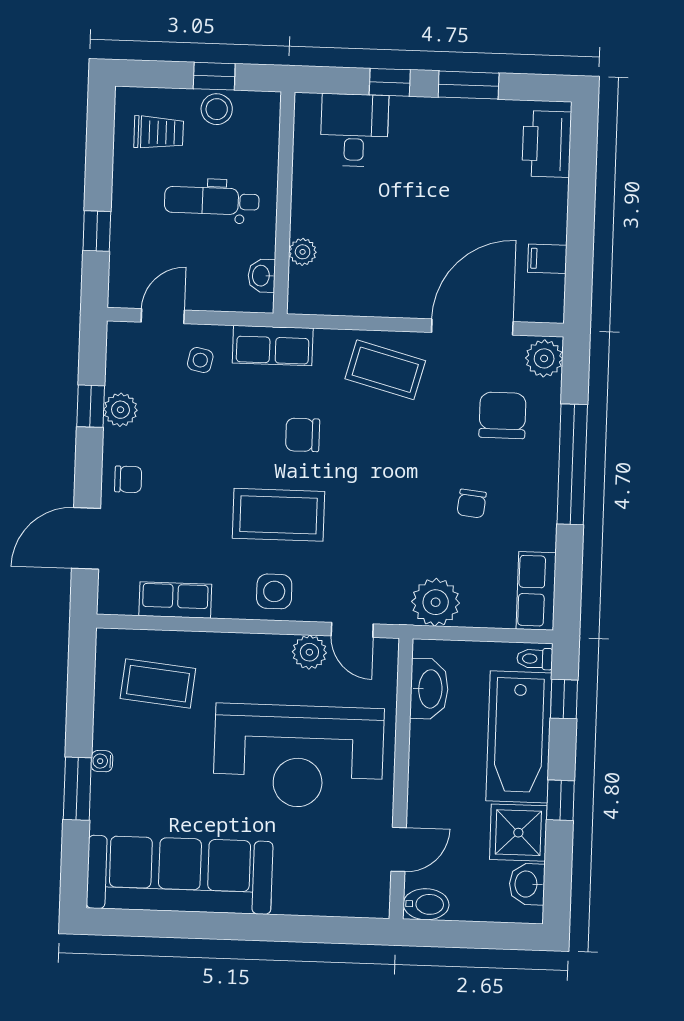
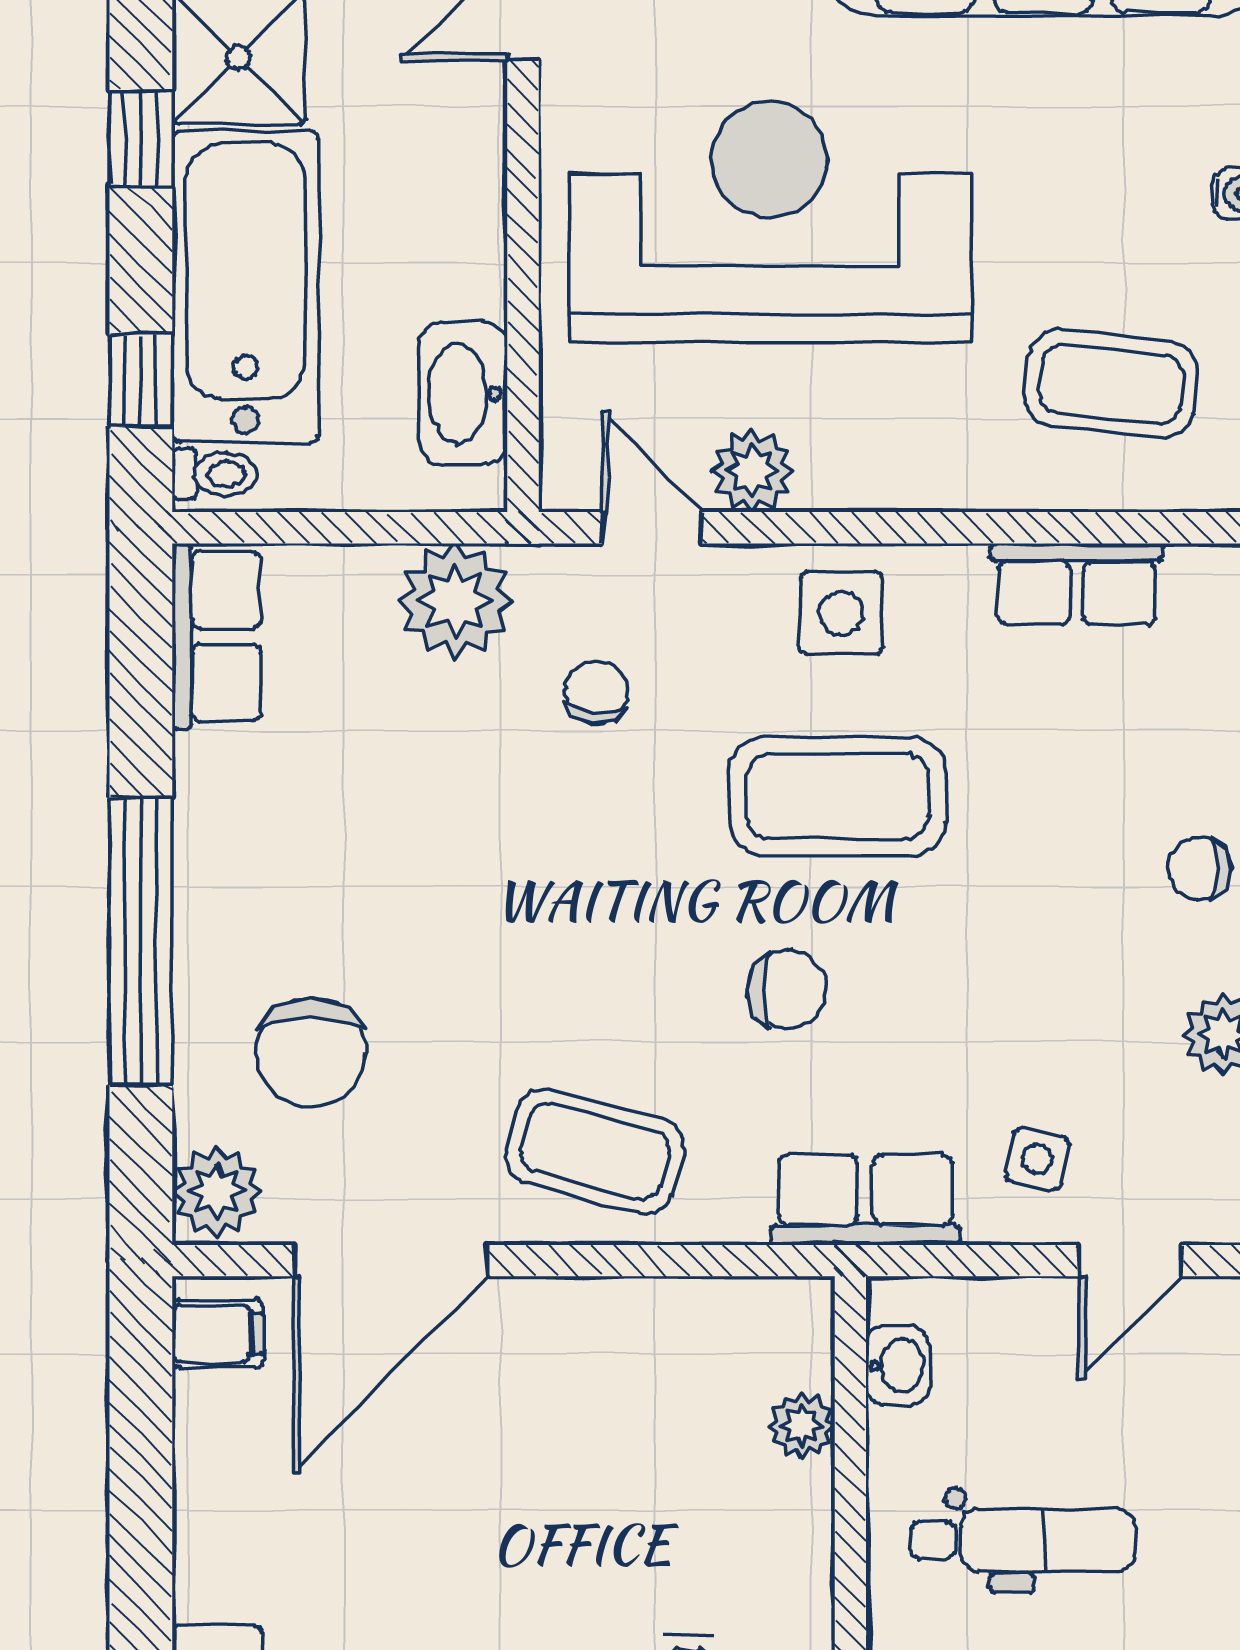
filing cabinet: (547, 259) -> (218, 1333), moved
chair: (472, 504) -> (596, 693), moved

